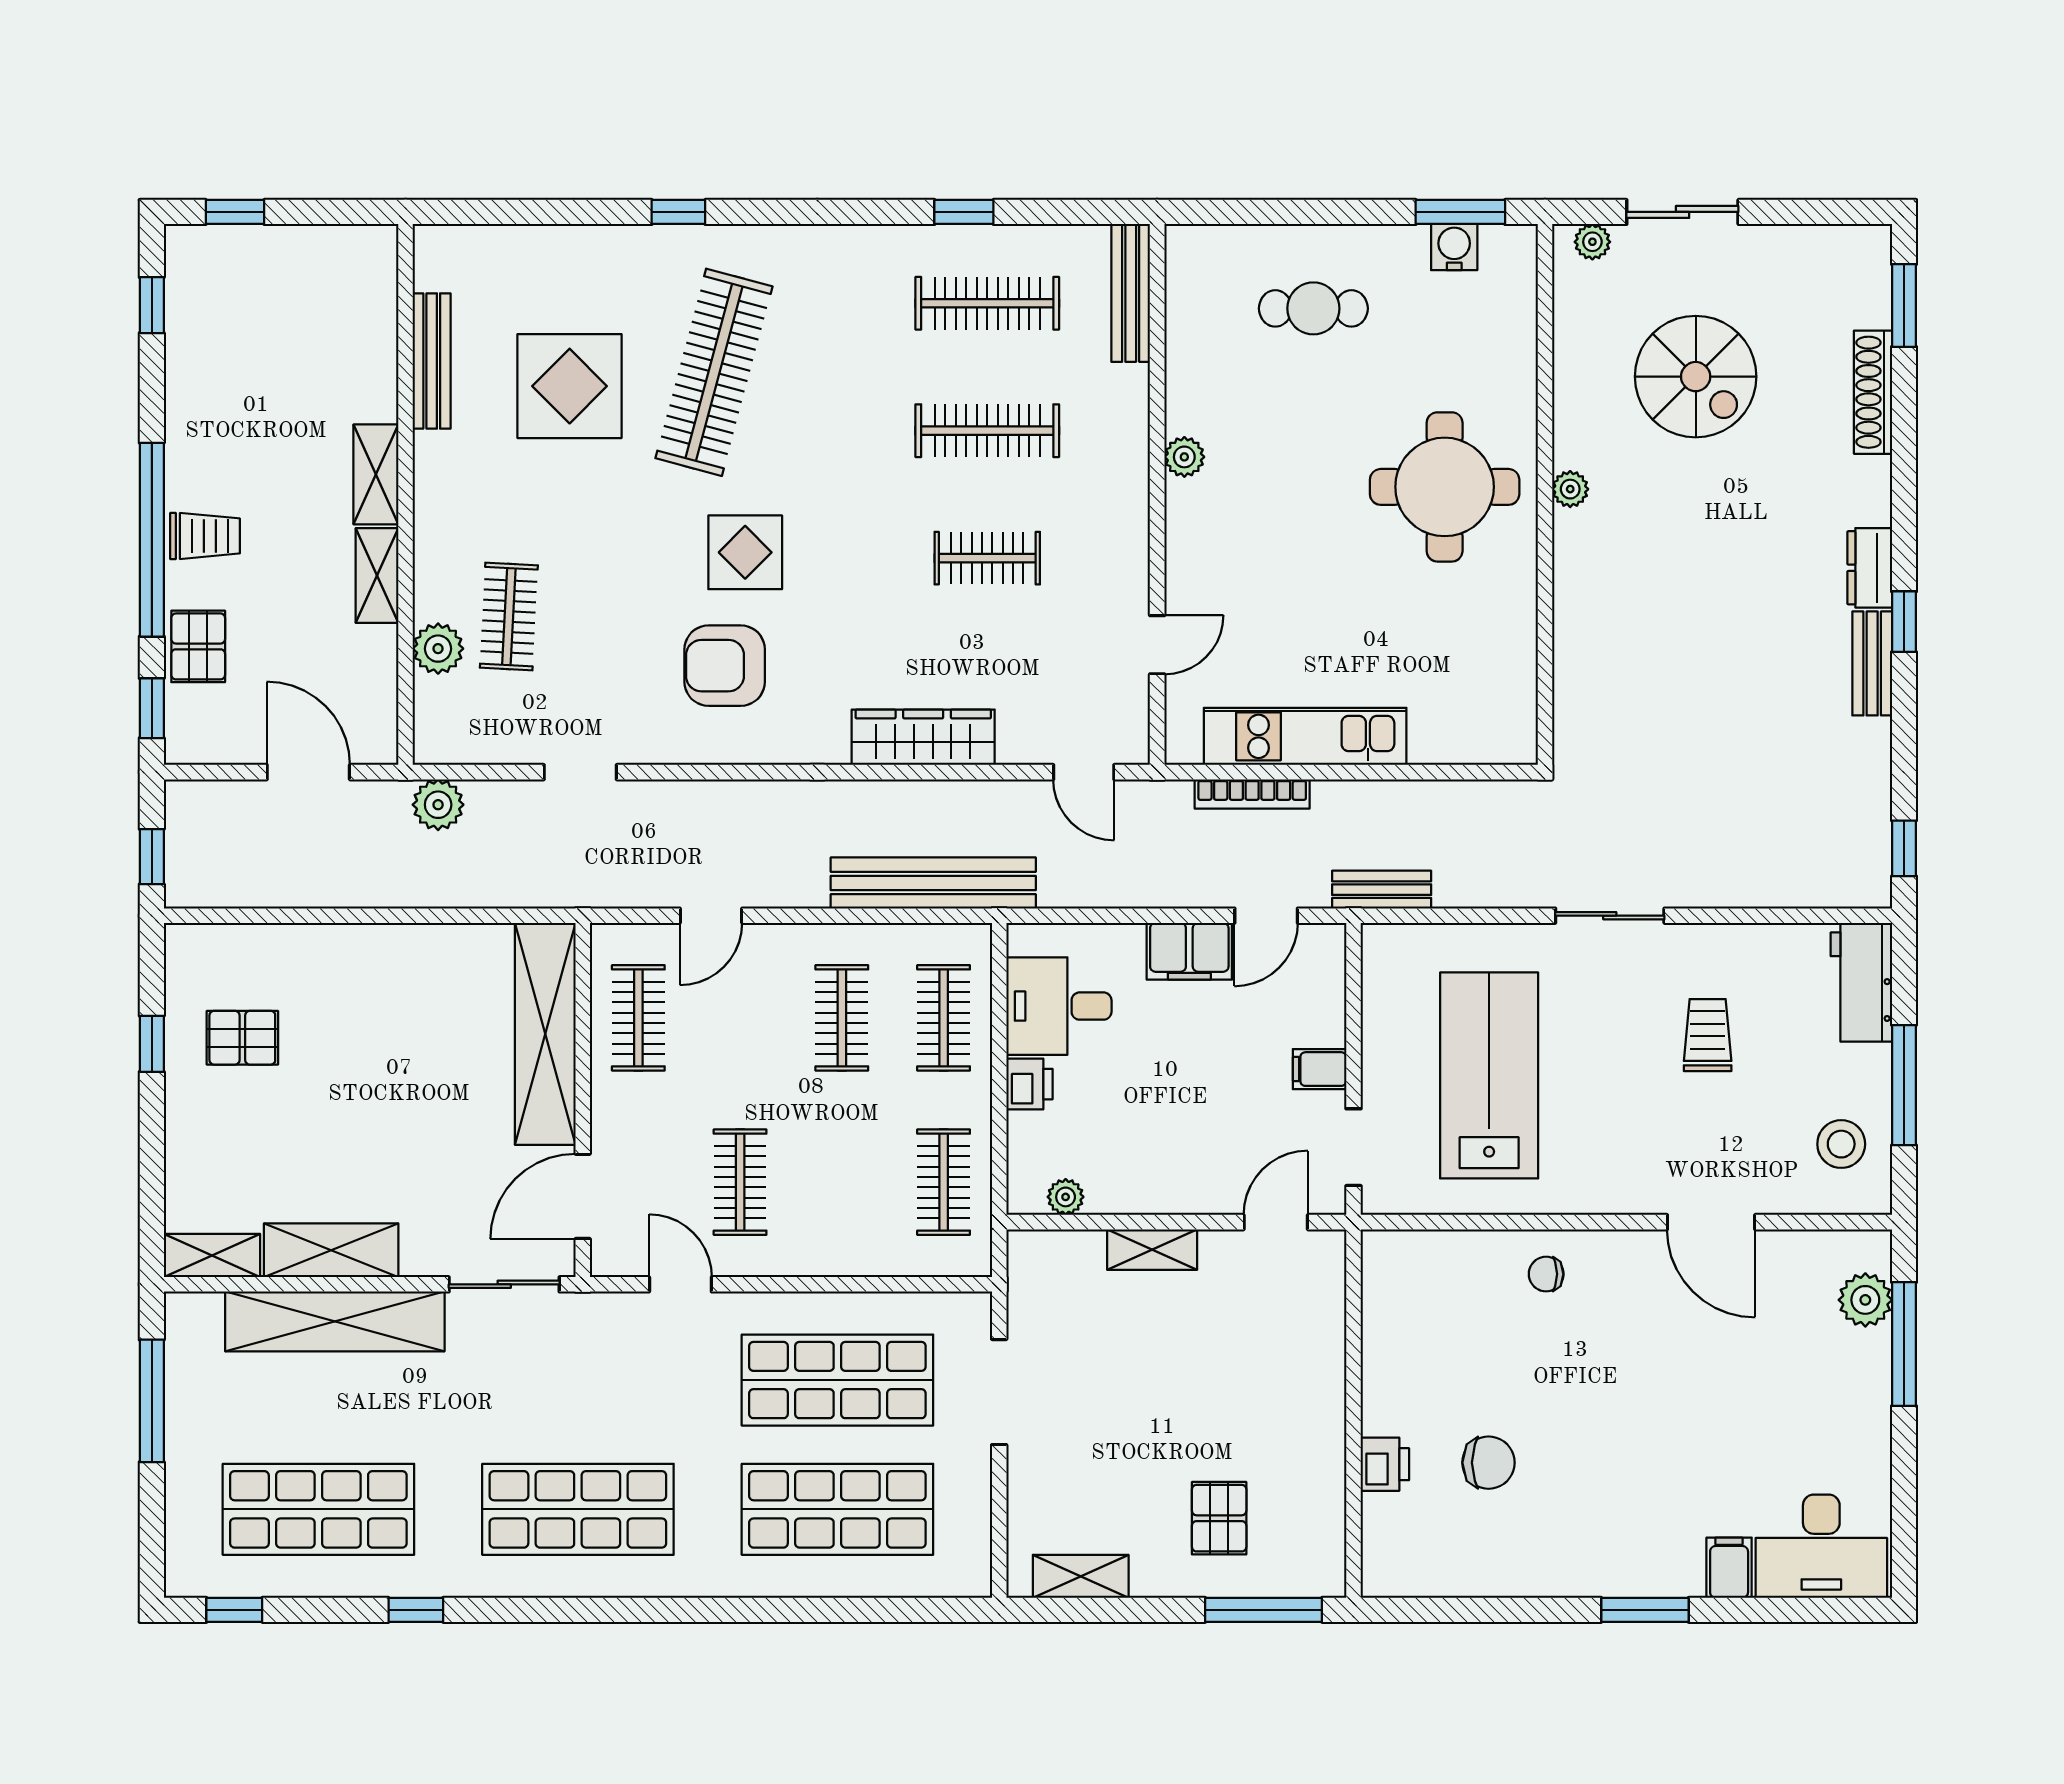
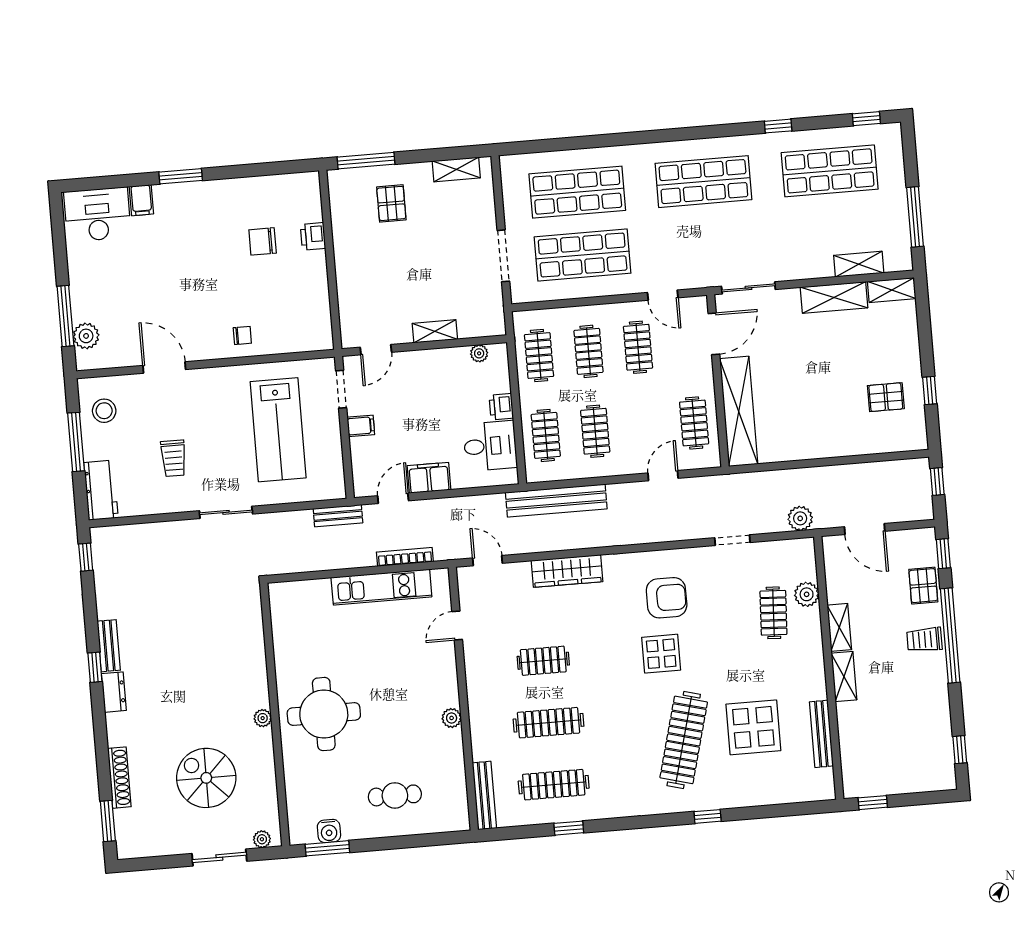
window: (235, 212) -> (873, 803), moved
clothes rail: (842, 1182) -> (588, 351), added
shelving: (335, 1321) -> (859, 264), width x0.45, depth x0.75

